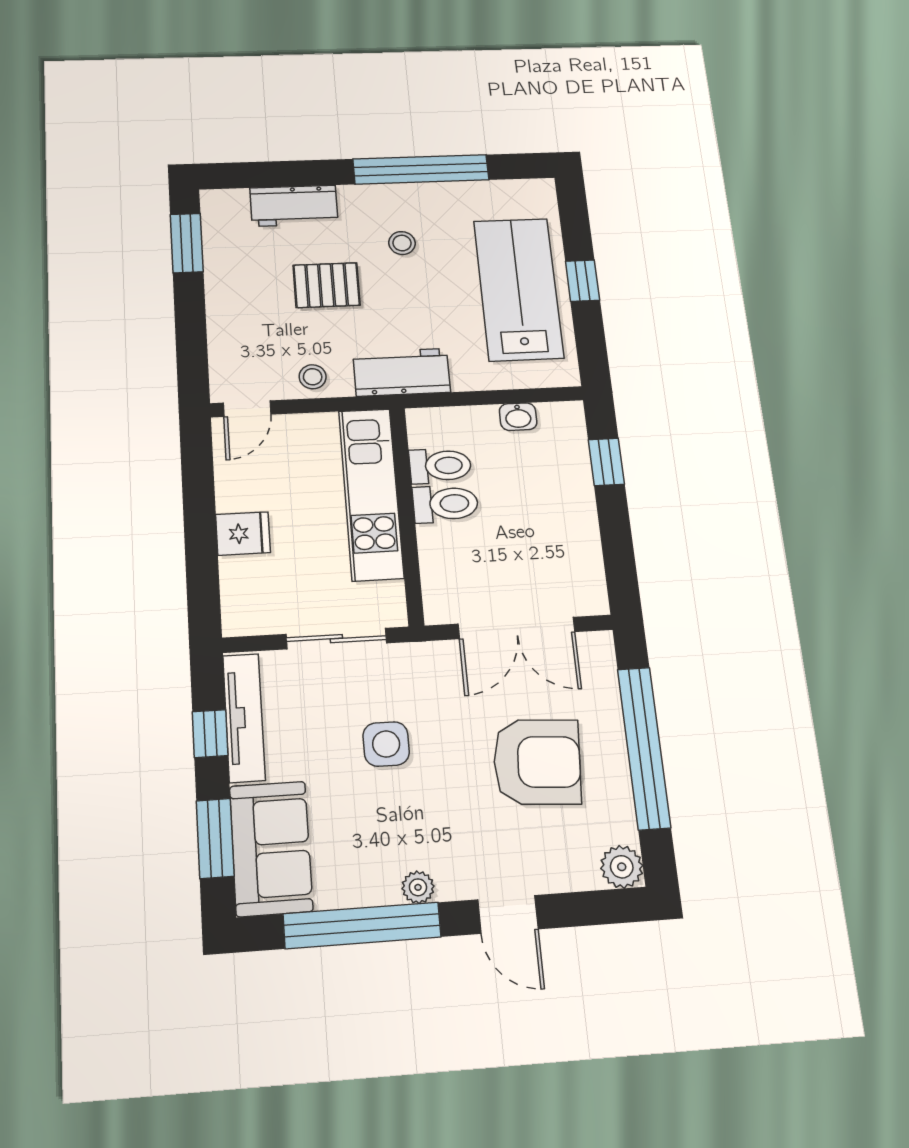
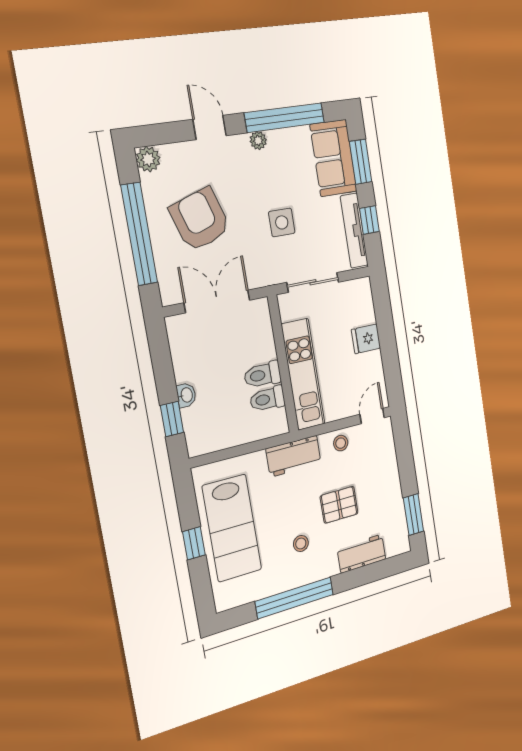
washbasin: (518, 417) -> (186, 395), moved, turned 90
armchair: (537, 762) -> (200, 219), turned 68

